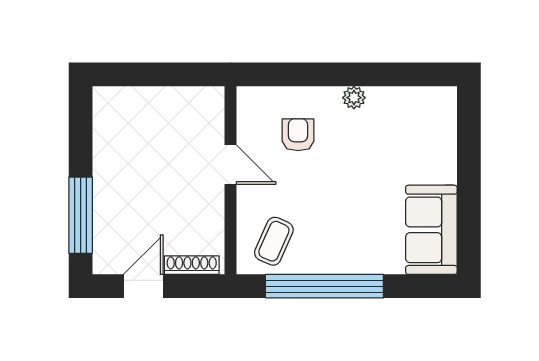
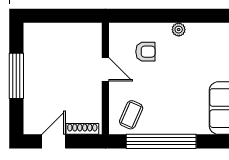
armchair: (298, 135) -> (145, 52), turned 90
window: (81, 215) -> (16, 76), moved

